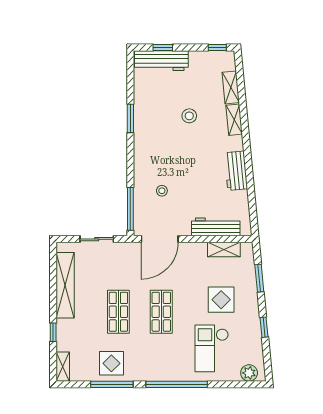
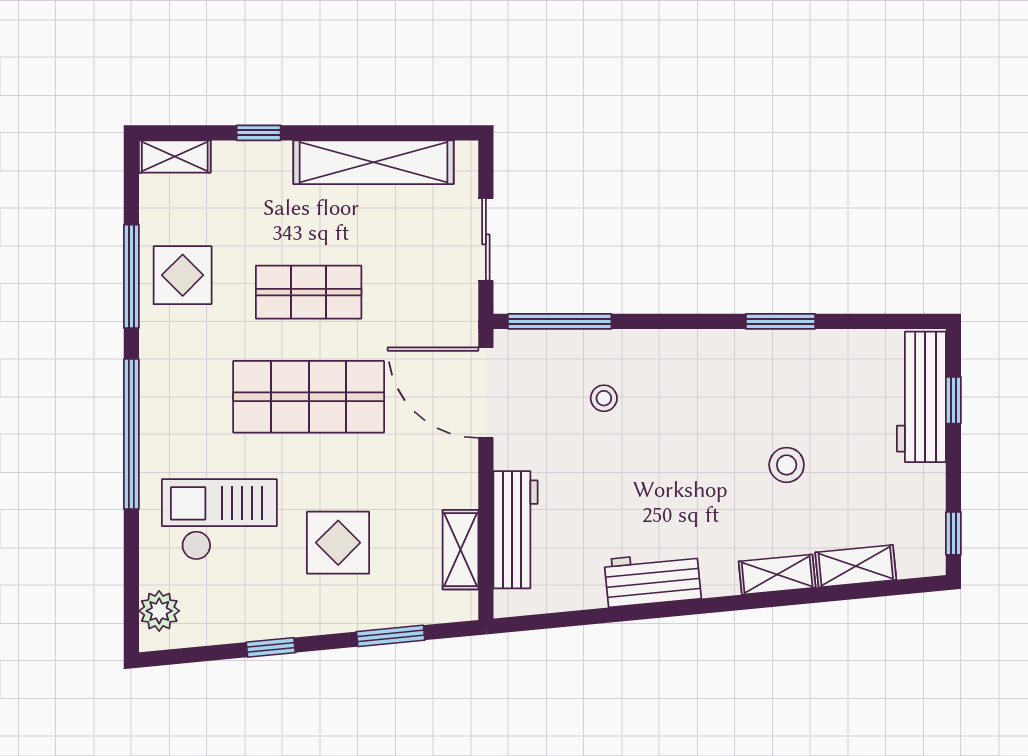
shop shelf: (161, 312) -> (309, 397), width x1.43, depth x1.36

